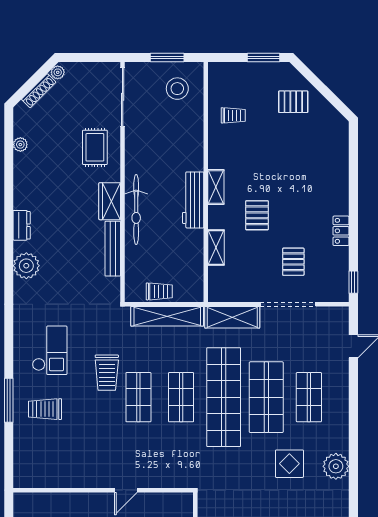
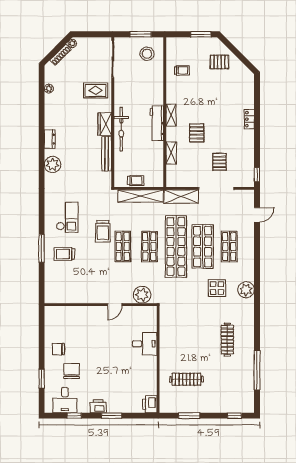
rug: (95, 147) -> (95, 90), turned 90
locker: (341, 231) -> (249, 119), moved
plant: (169, 474) -> (142, 295), added

